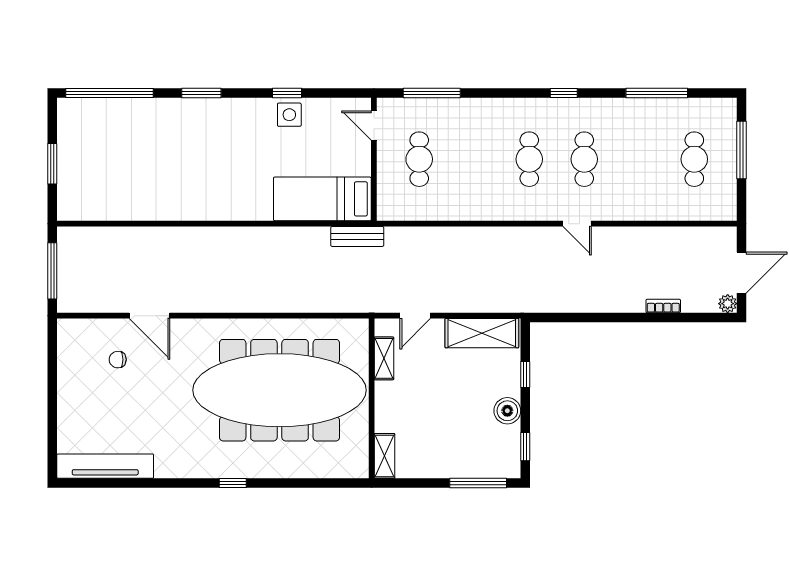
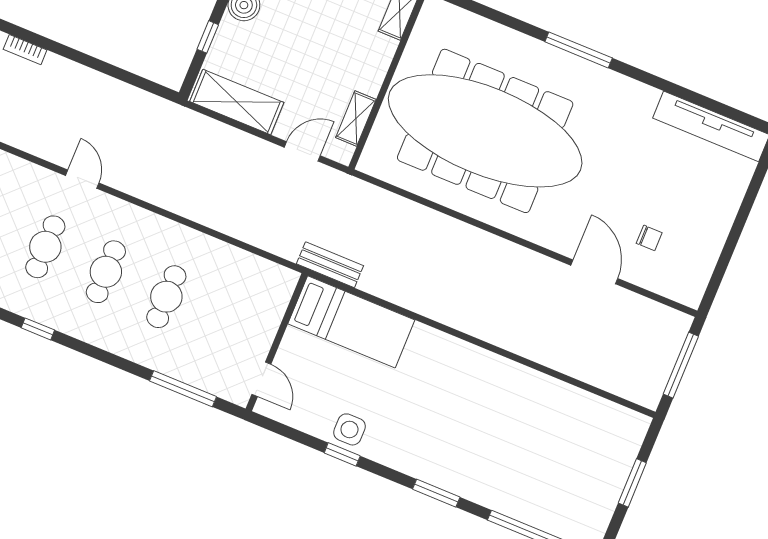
cafe table: (419, 159) -> (166, 297), moved
window: (233, 483) -> (579, 50), width x2.17

